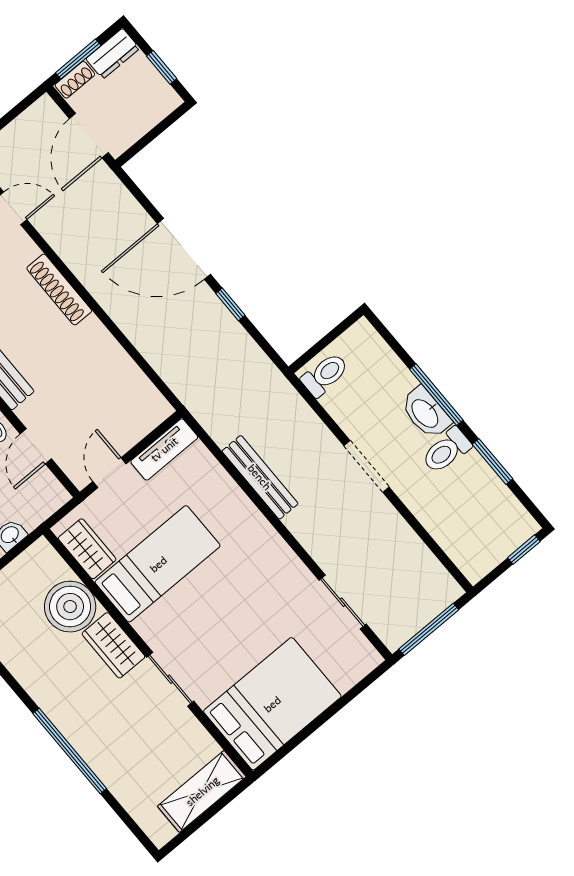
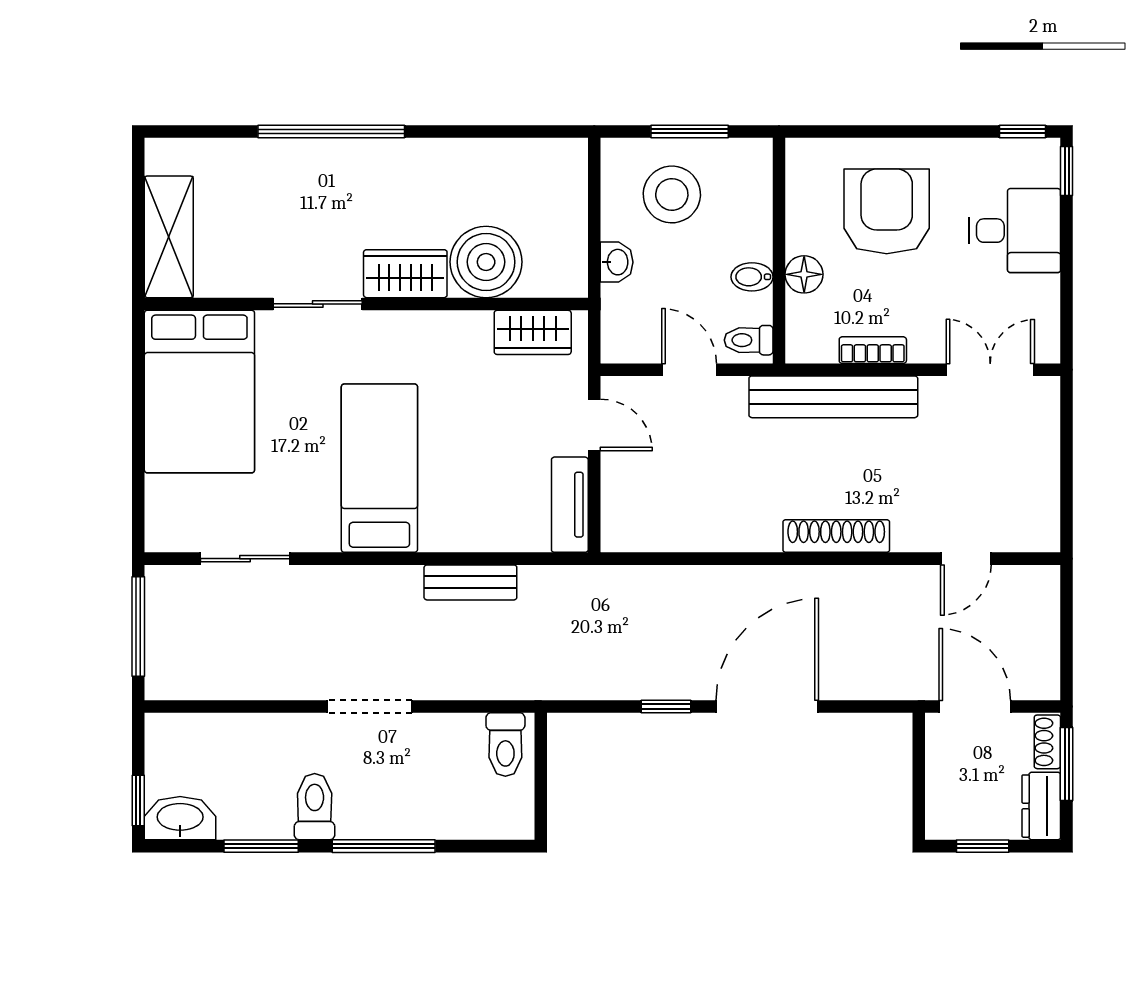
washbasin: (426, 413) -> (180, 818), moved
bench: (260, 477) -> (470, 582), width x0.73
bed: (158, 564) -> (379, 468), moved, turned 180

